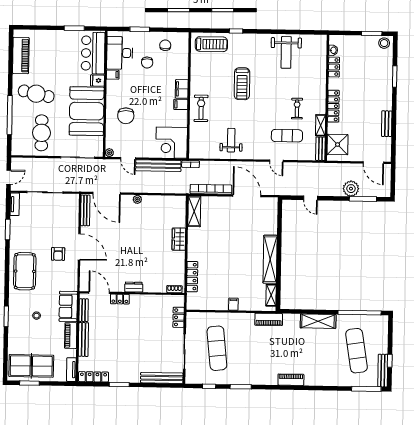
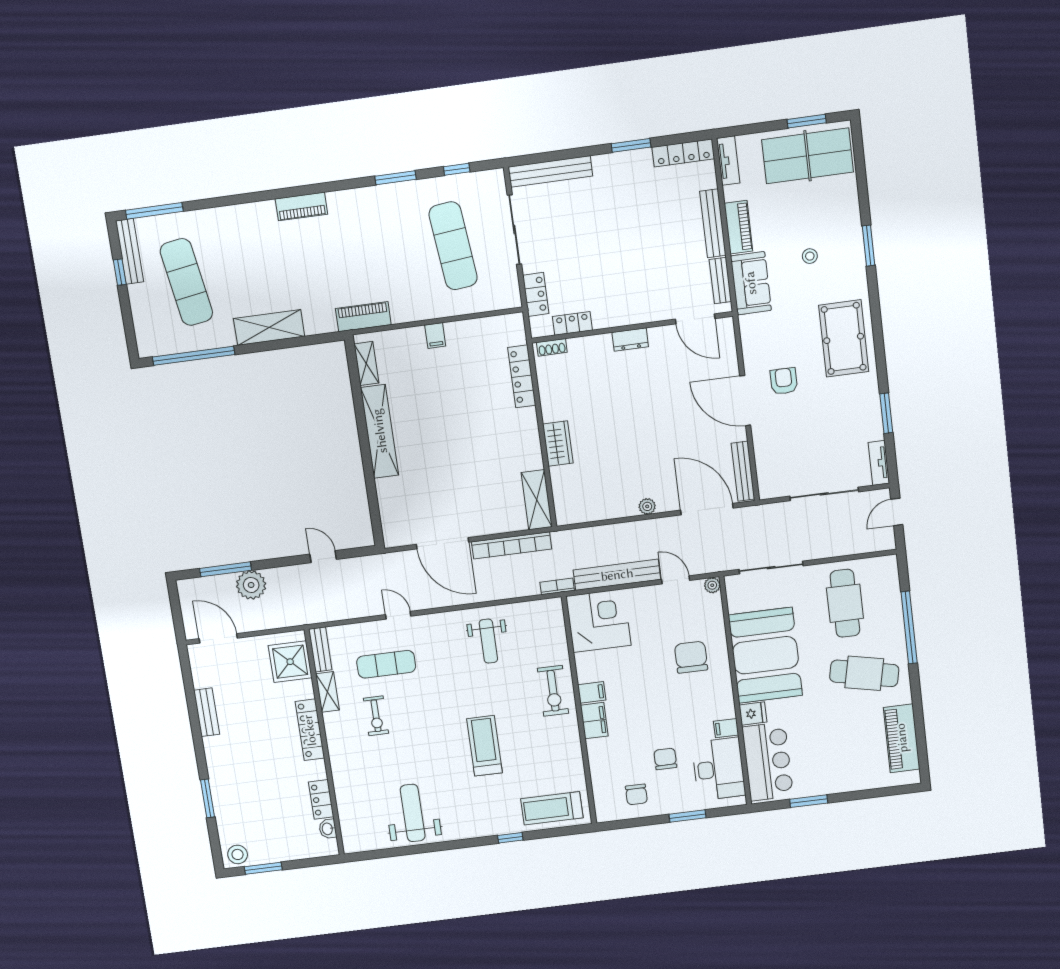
locker: (120, 299) -> (572, 323), moved

